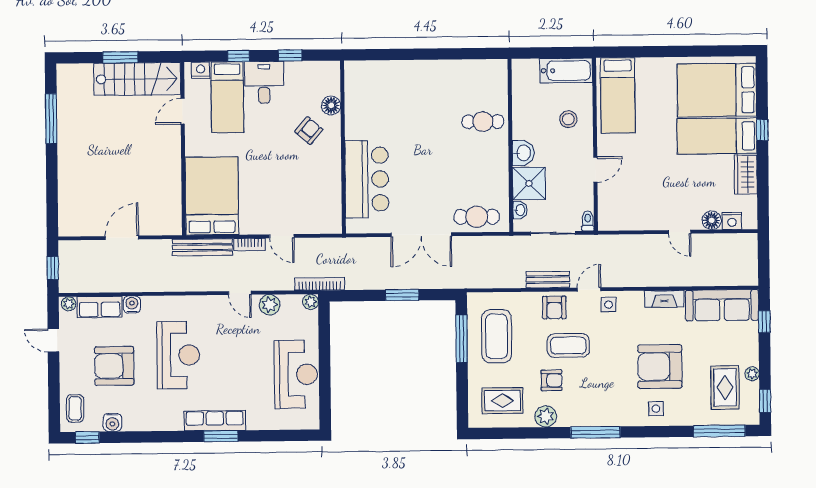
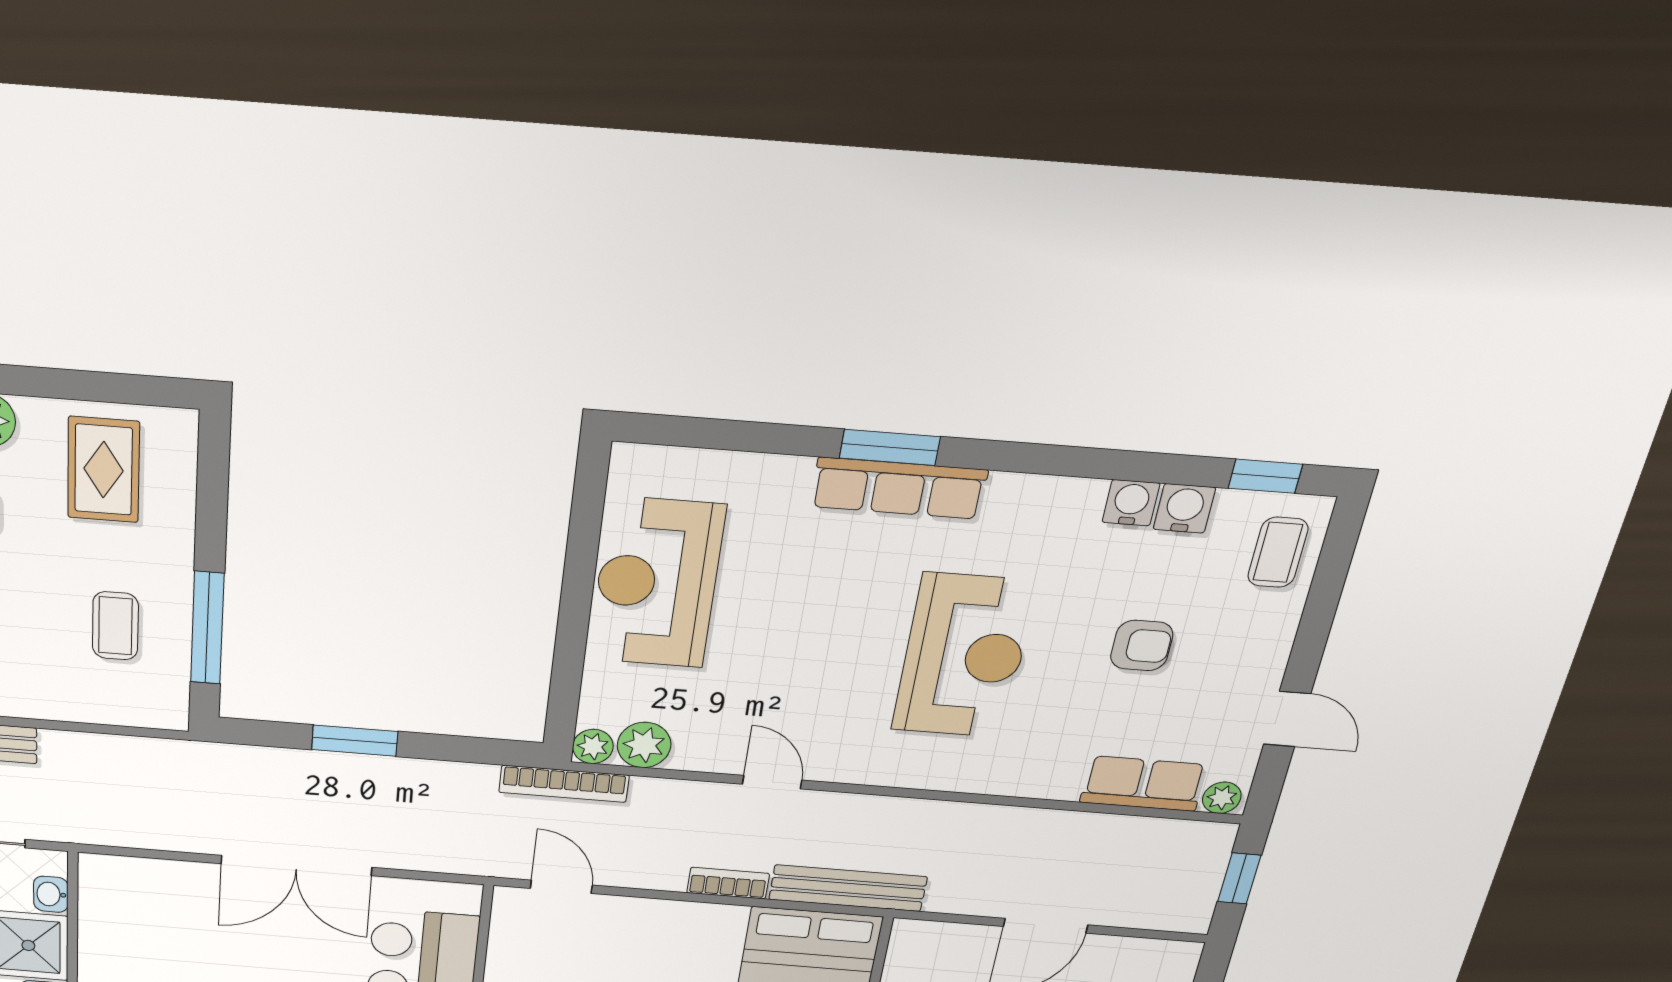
cafe table: (477, 217) -> (157, 890), removed
double door: (421, 235) -> (296, 865), swing flipped
door: (282, 236) -> (561, 887), moved
water cooler: (132, 305) -> (1131, 503), moved, turned 180
plant: (270, 305) -> (644, 745), moved
coffee table: (497, 336) -> (115, 626), width x0.54, depth x0.58
reception desk: (178, 355) -> (964, 656), turned 180
armchair: (114, 366) -> (1142, 645), width x0.53, depth x0.53
rug: (502, 401) -> (104, 470), turned 90

